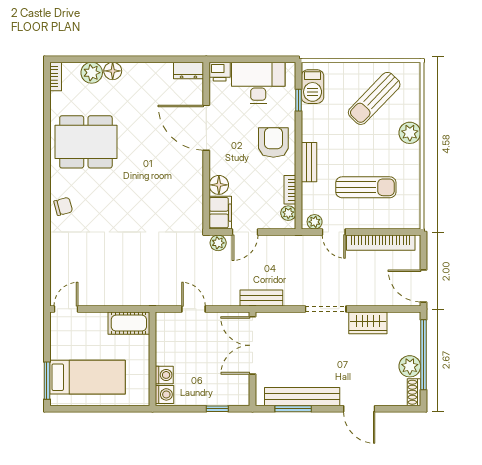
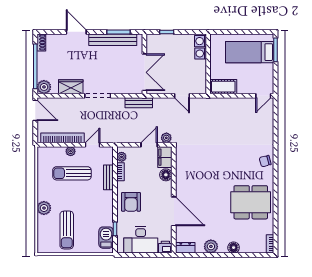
plant: (92, 73) -> (211, 246), moved
sun lounger: (374, 98) -> (67, 230), turned 136
bench: (309, 162) -> (108, 177), moved
plant: (315, 222) -> (71, 151), moved
door: (334, 232) -> (93, 145), hinge flipped
plant: (410, 366) -> (44, 87), moved

